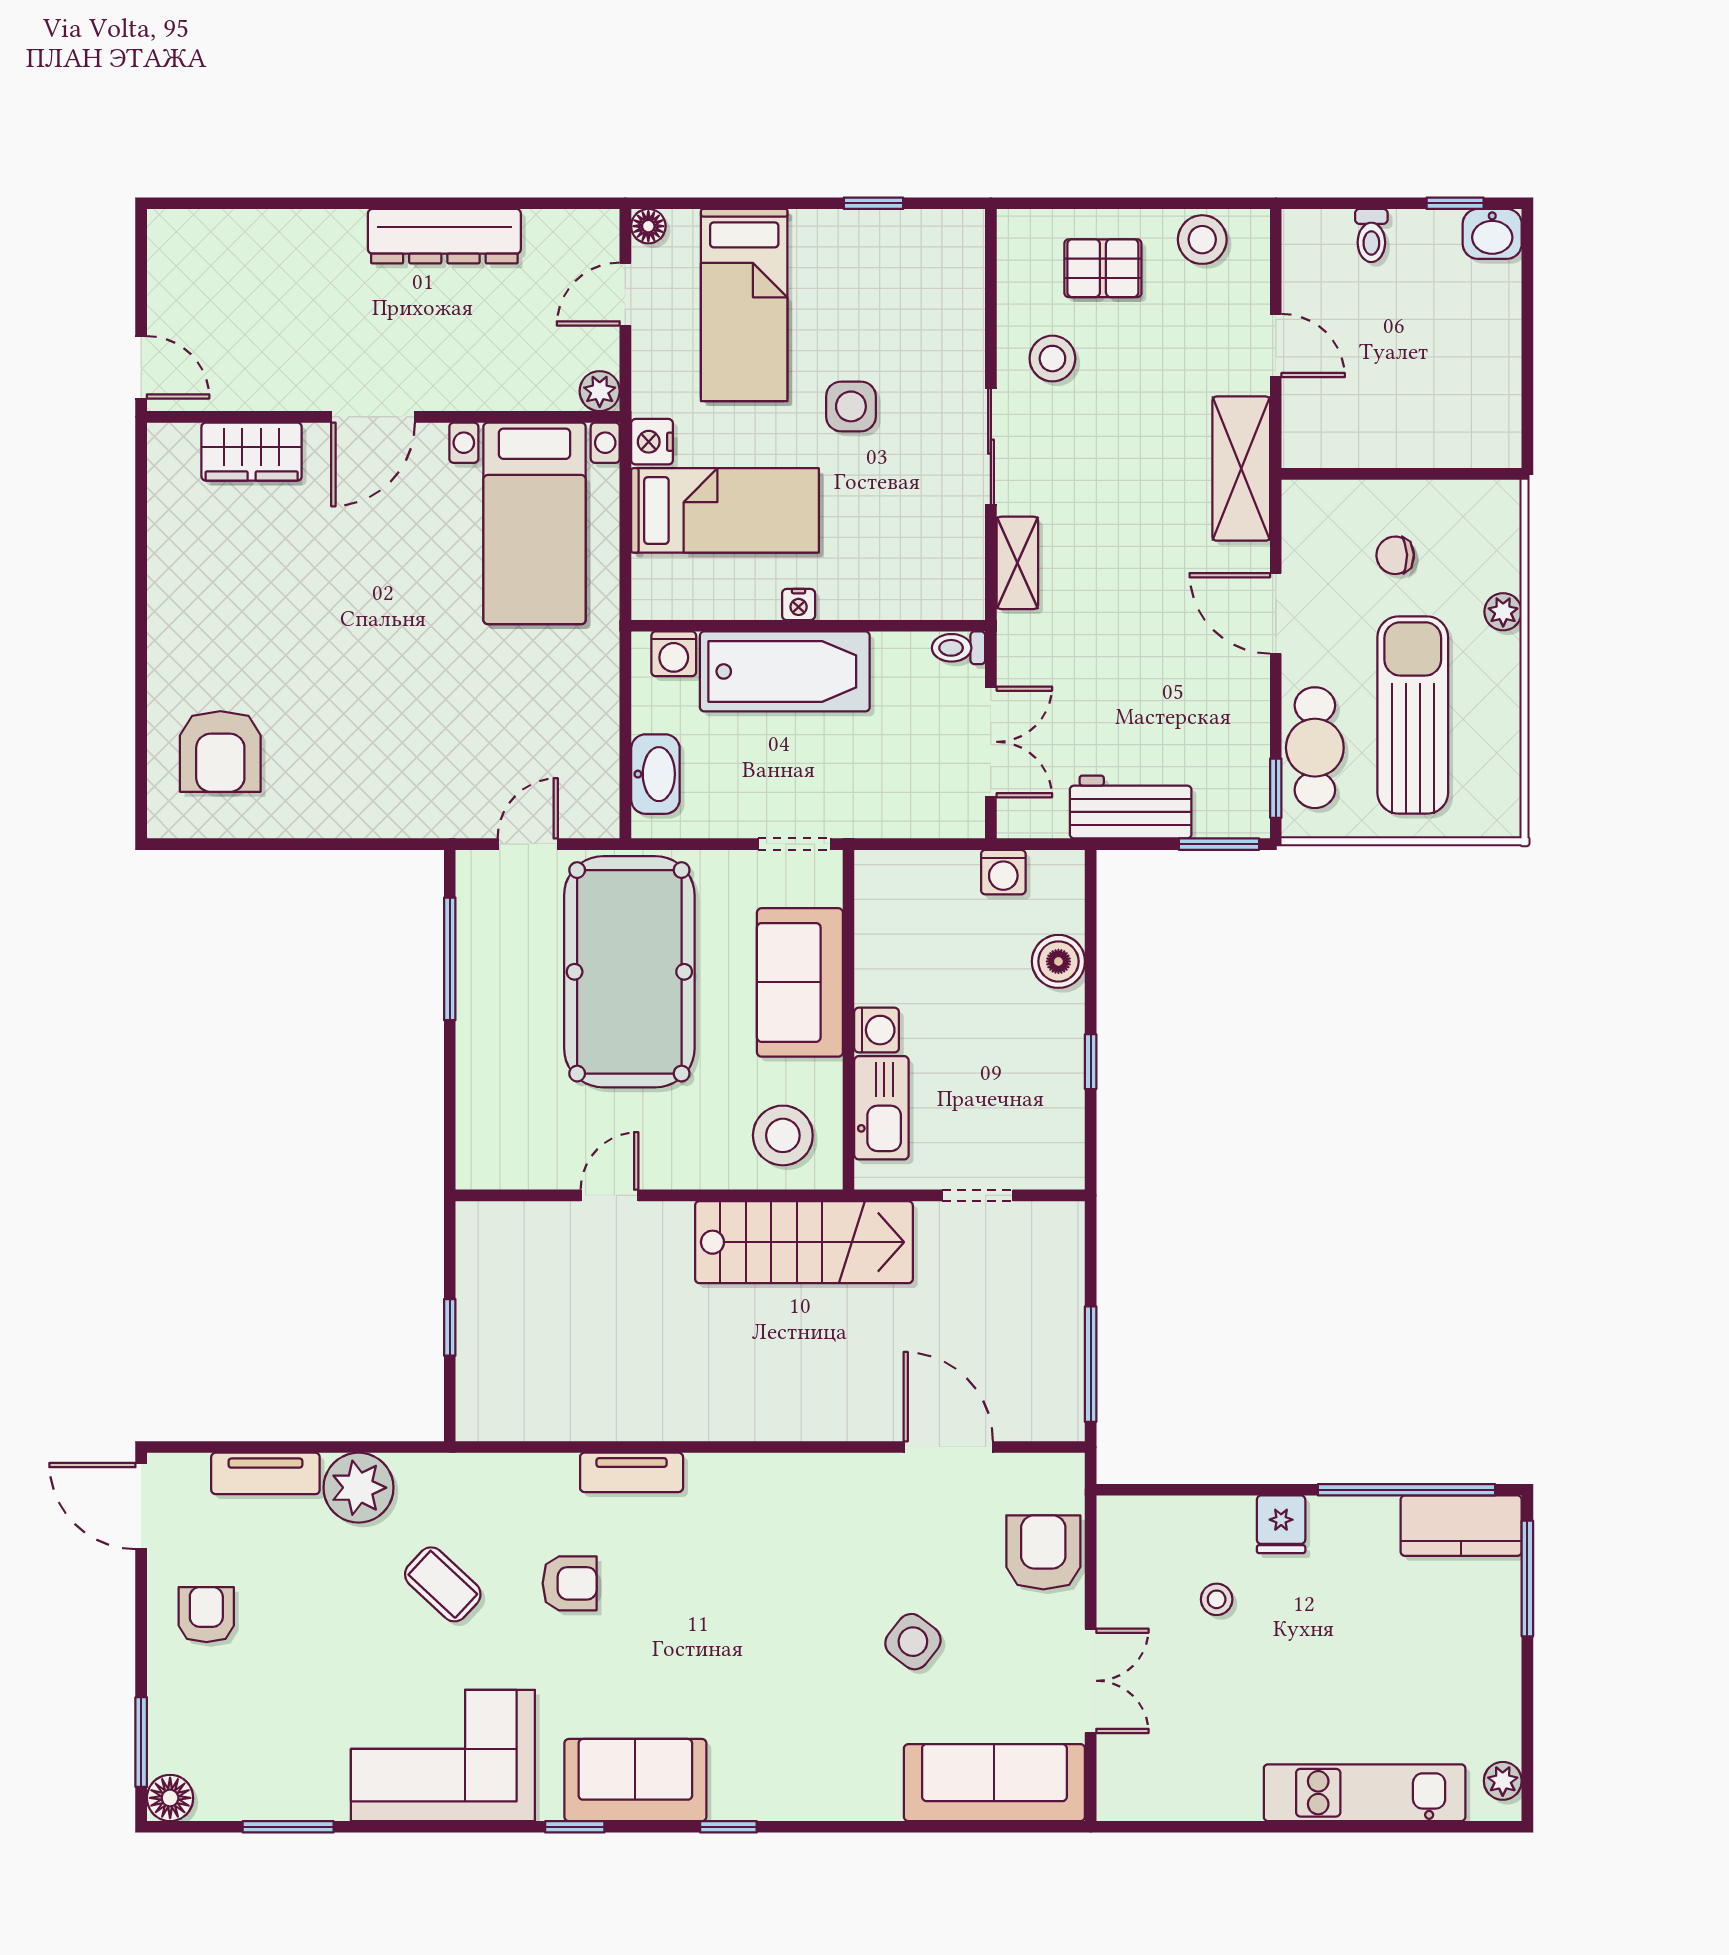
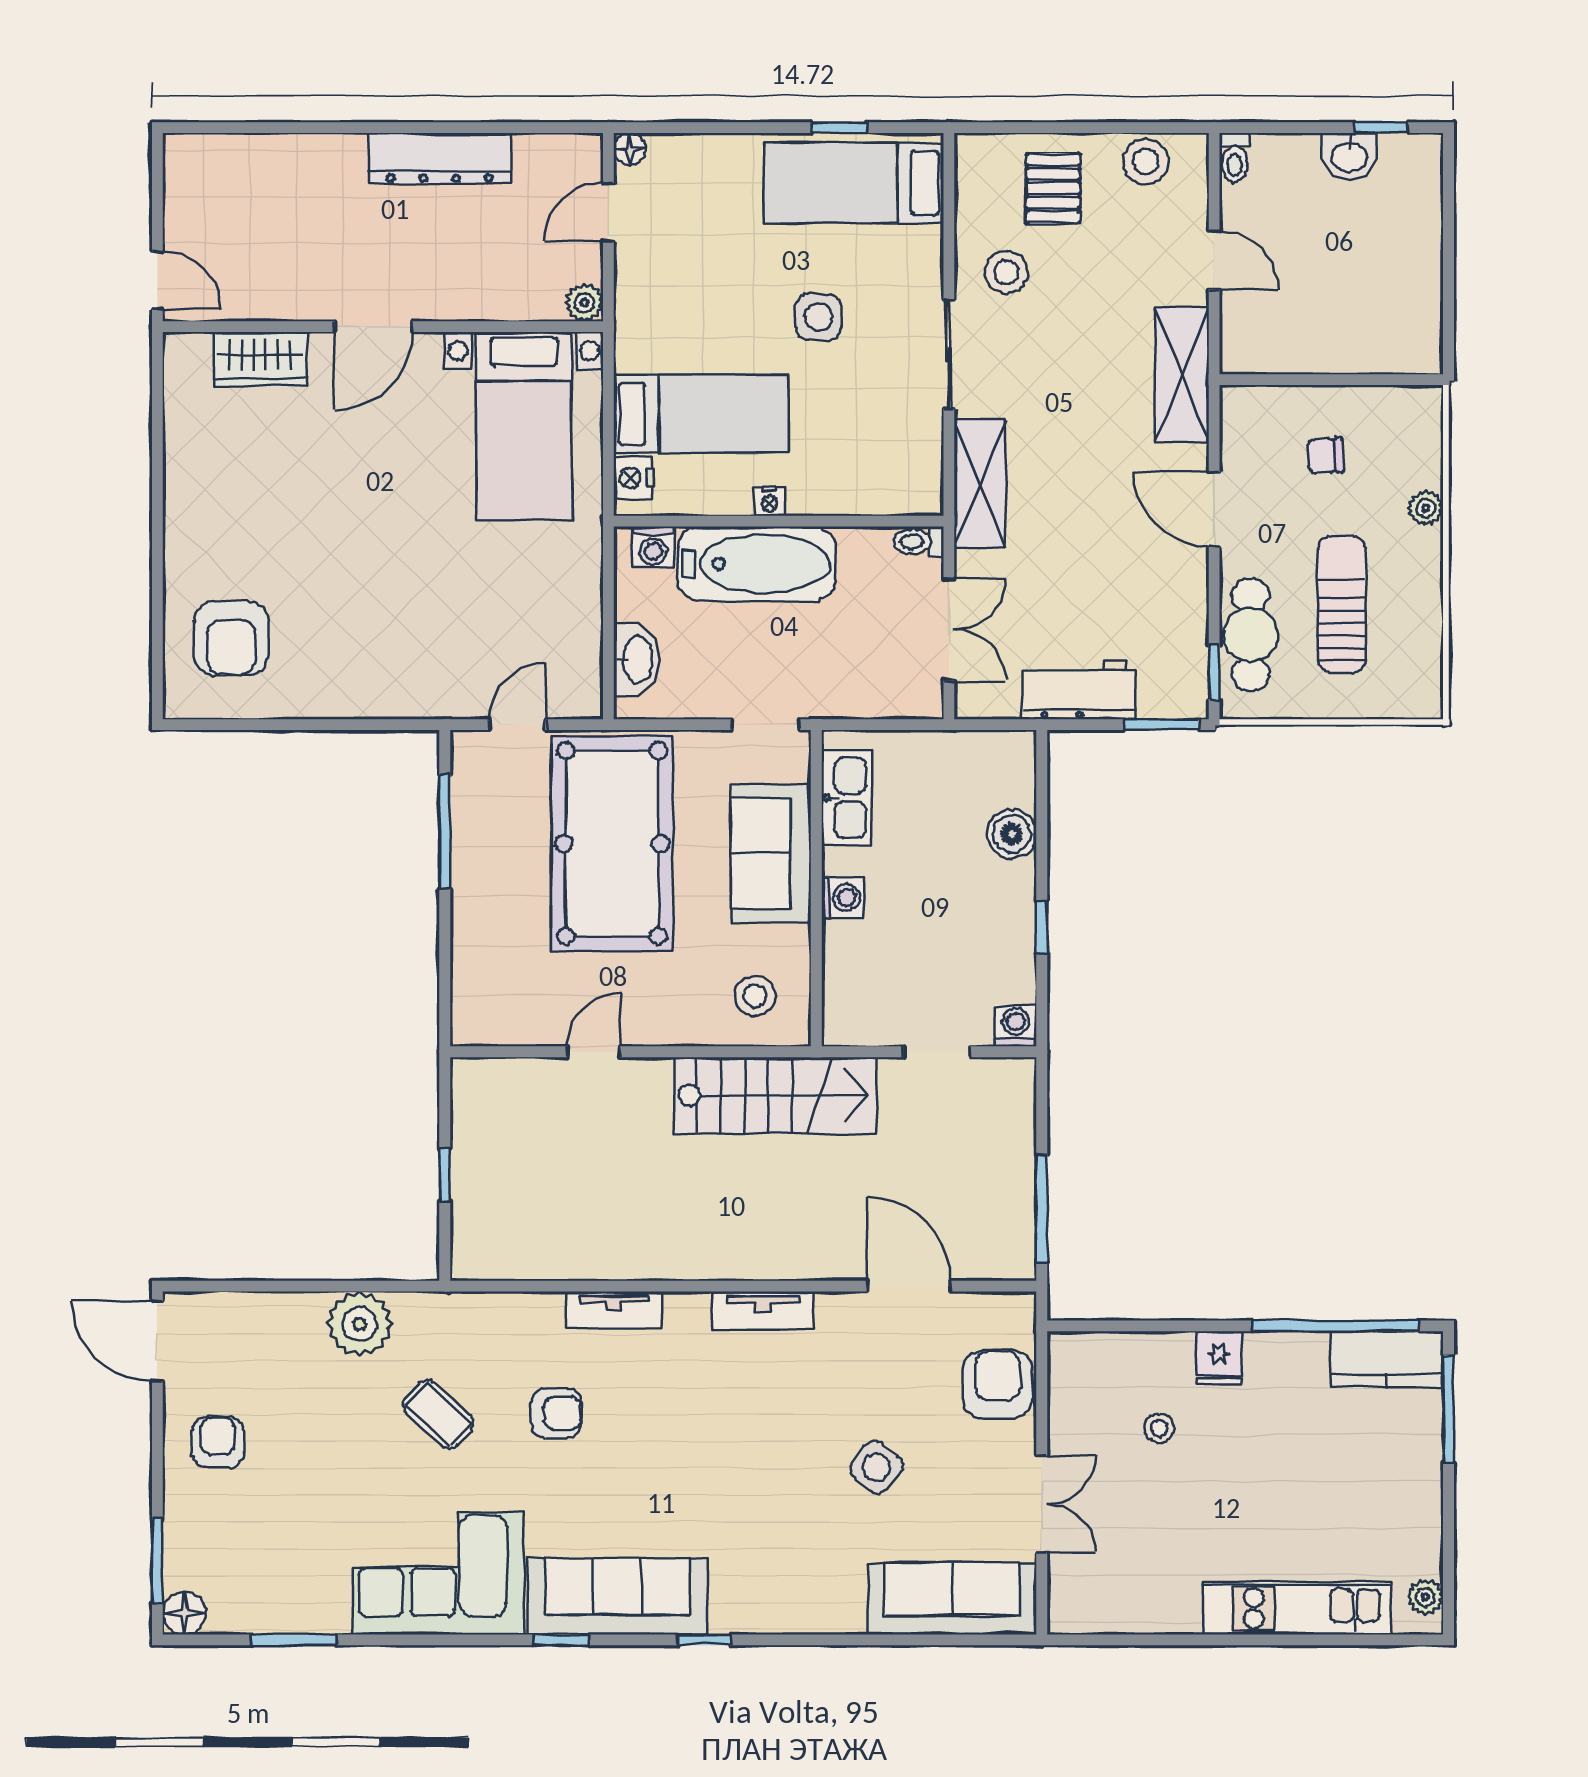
washbasin: (1492, 234) -> (1349, 156), moved
toilet: (1371, 236) -> (1235, 158), moved
pallet: (1103, 268) -> (1053, 188), turned 90
bed: (744, 305) -> (854, 183), moved, turned 90
nightstand: (652, 442) -> (633, 478), moved
shelving: (1017, 563) -> (980, 484), width x1.50, depth x1.33
sun lounger: (1413, 715) -> (1342, 604), width x0.73, depth x0.75
washing machine: (1003, 872) -> (1016, 1026), moved, turned 180
kitchen sink: (881, 1108) -> (847, 798), moved
stool: (783, 1135) -> (755, 996), width x0.73, depth x0.73
tv unit: (265, 1473) -> (763, 1311), moved
sofa: (635, 1780) -> (618, 1596), width x1.36

